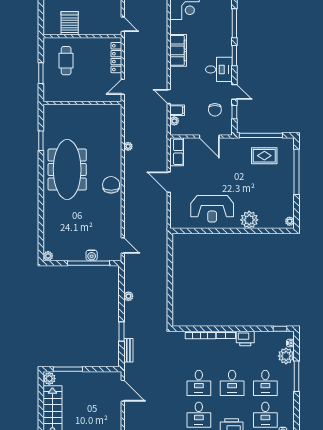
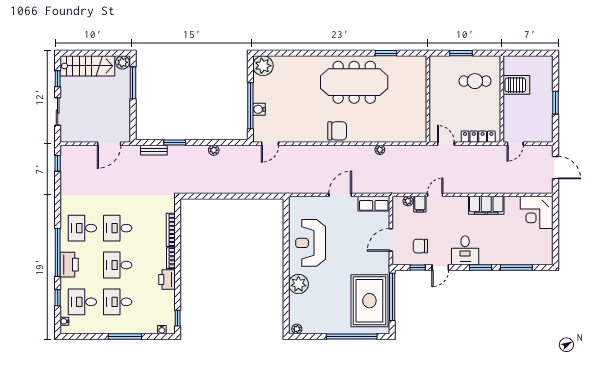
rug: (264, 156) -> (369, 301), width x1.86, depth x2.06
plant: (48, 256) -> (263, 66), width x1.87, depth x1.87
plant: (286, 356) -> (148, 325), removed

